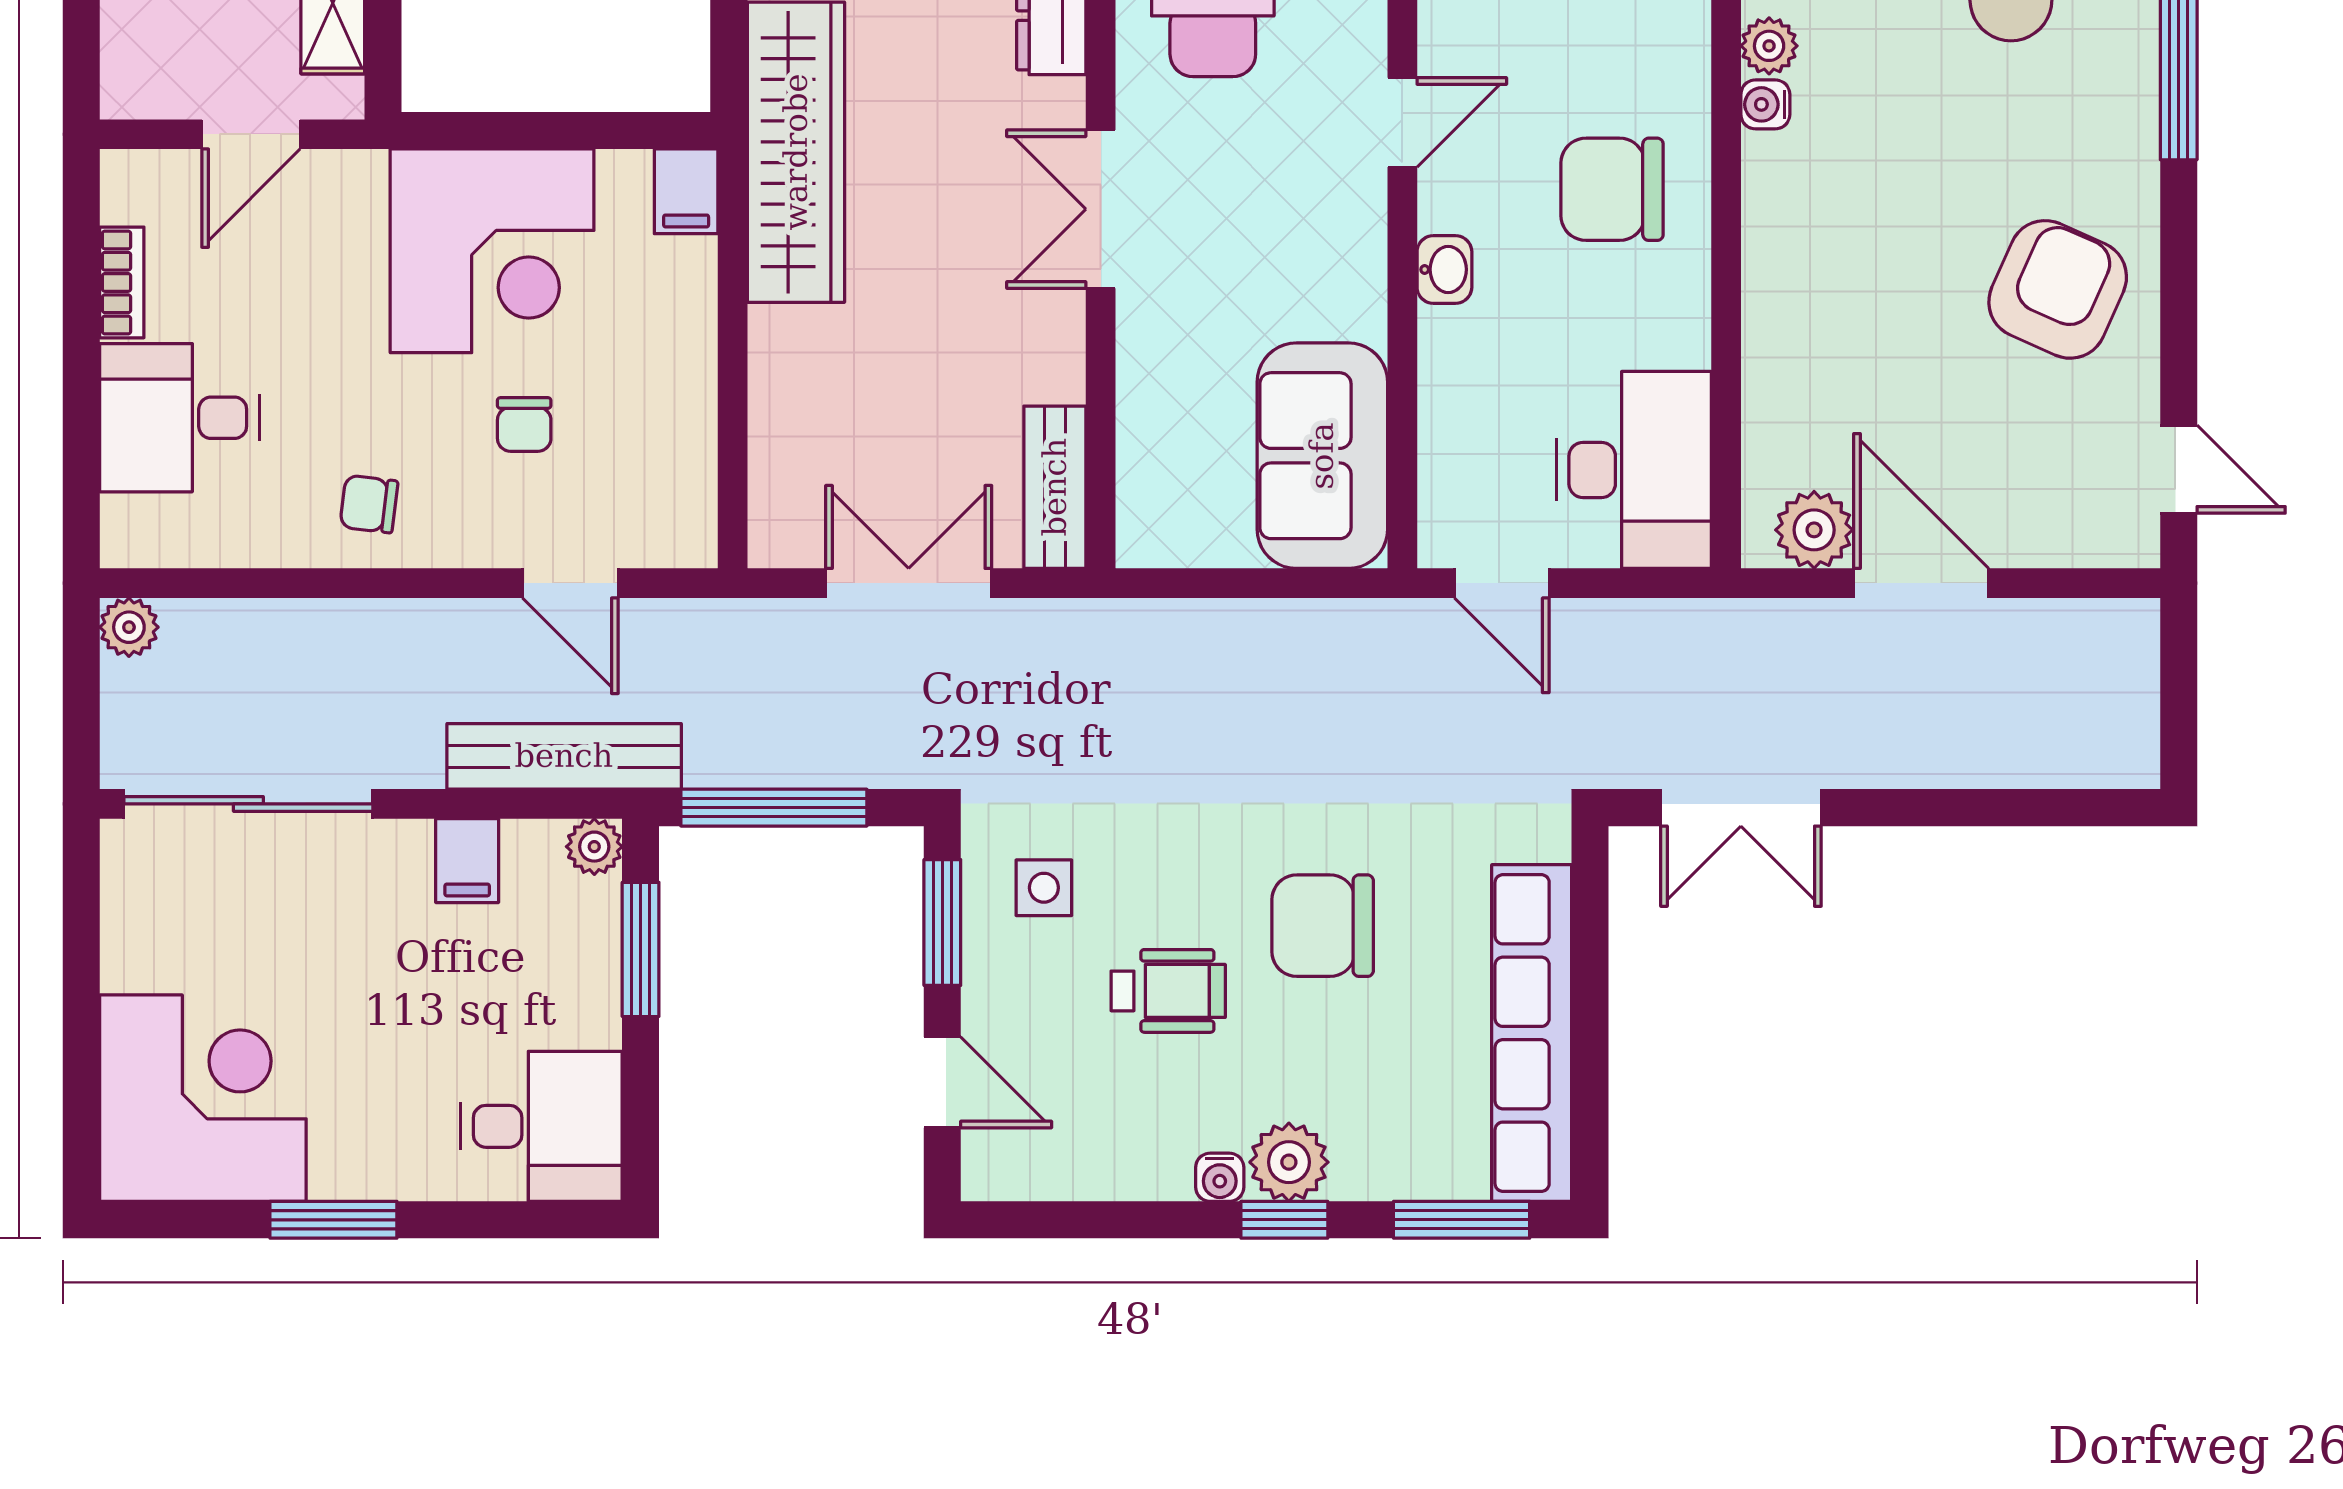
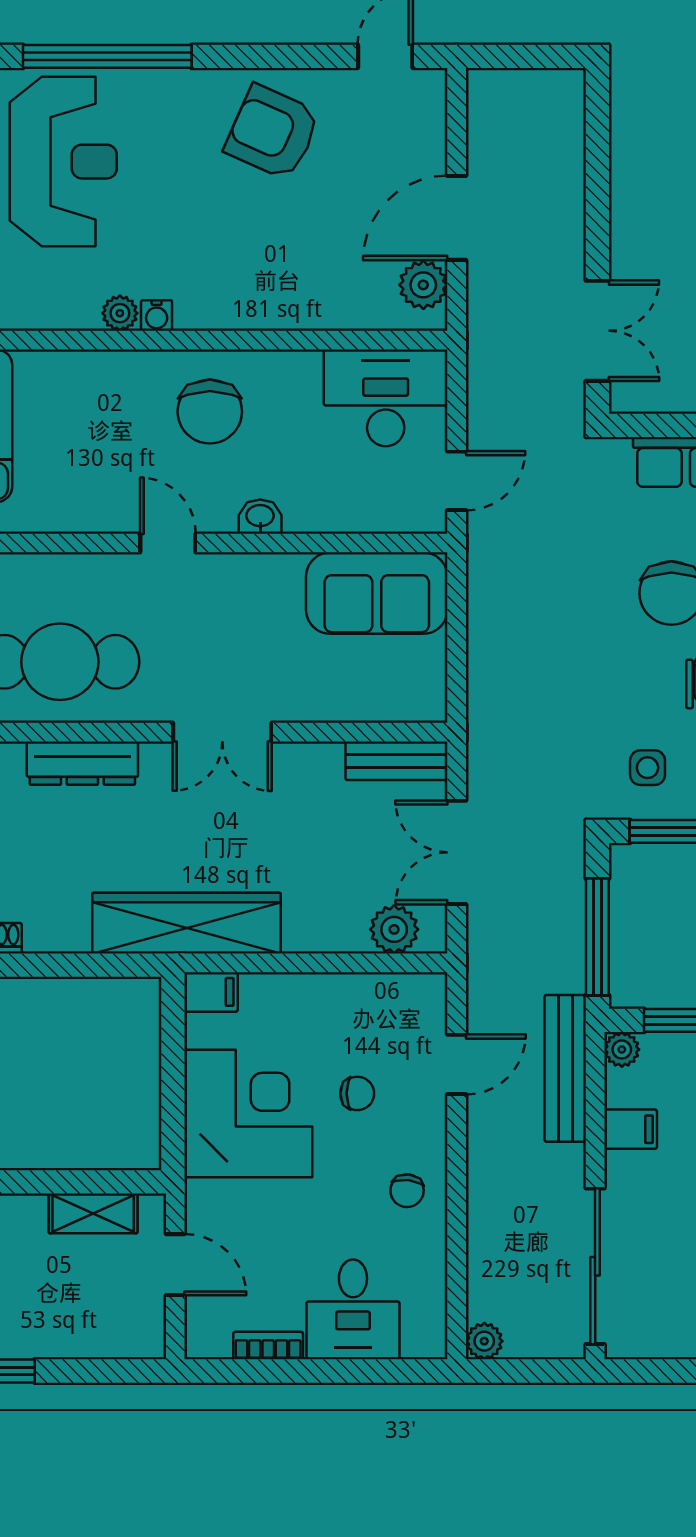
plant: (786, 483) -> (394, 929), added

